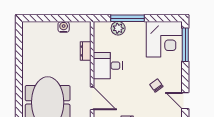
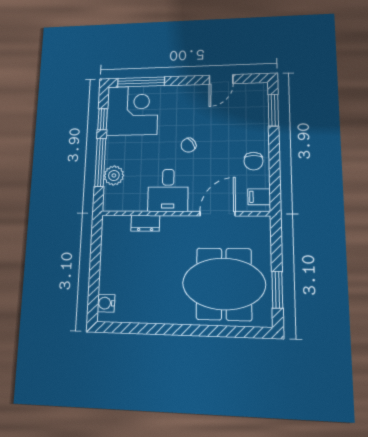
window: (158, 18) -> (103, 119), added
water cooler: (64, 27) -> (106, 303), moved
chair: (156, 86) -> (188, 145), moved

